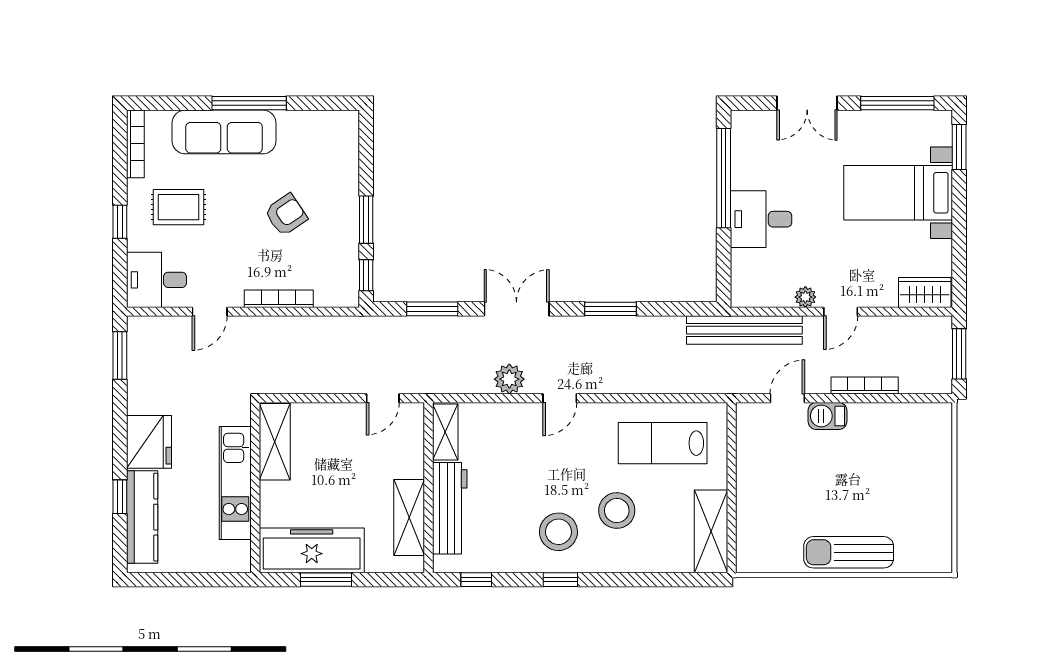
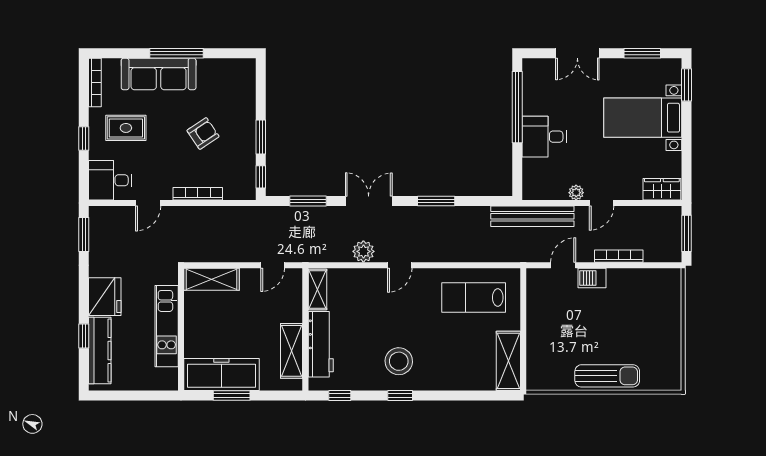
window: (897, 103) -> (642, 53), width x0.69
shelving: (275, 442) -> (211, 279), moved, turned 90
stool: (617, 511) -> (441, 346), removed
sun lounger: (849, 552) -> (607, 376), turned 180

